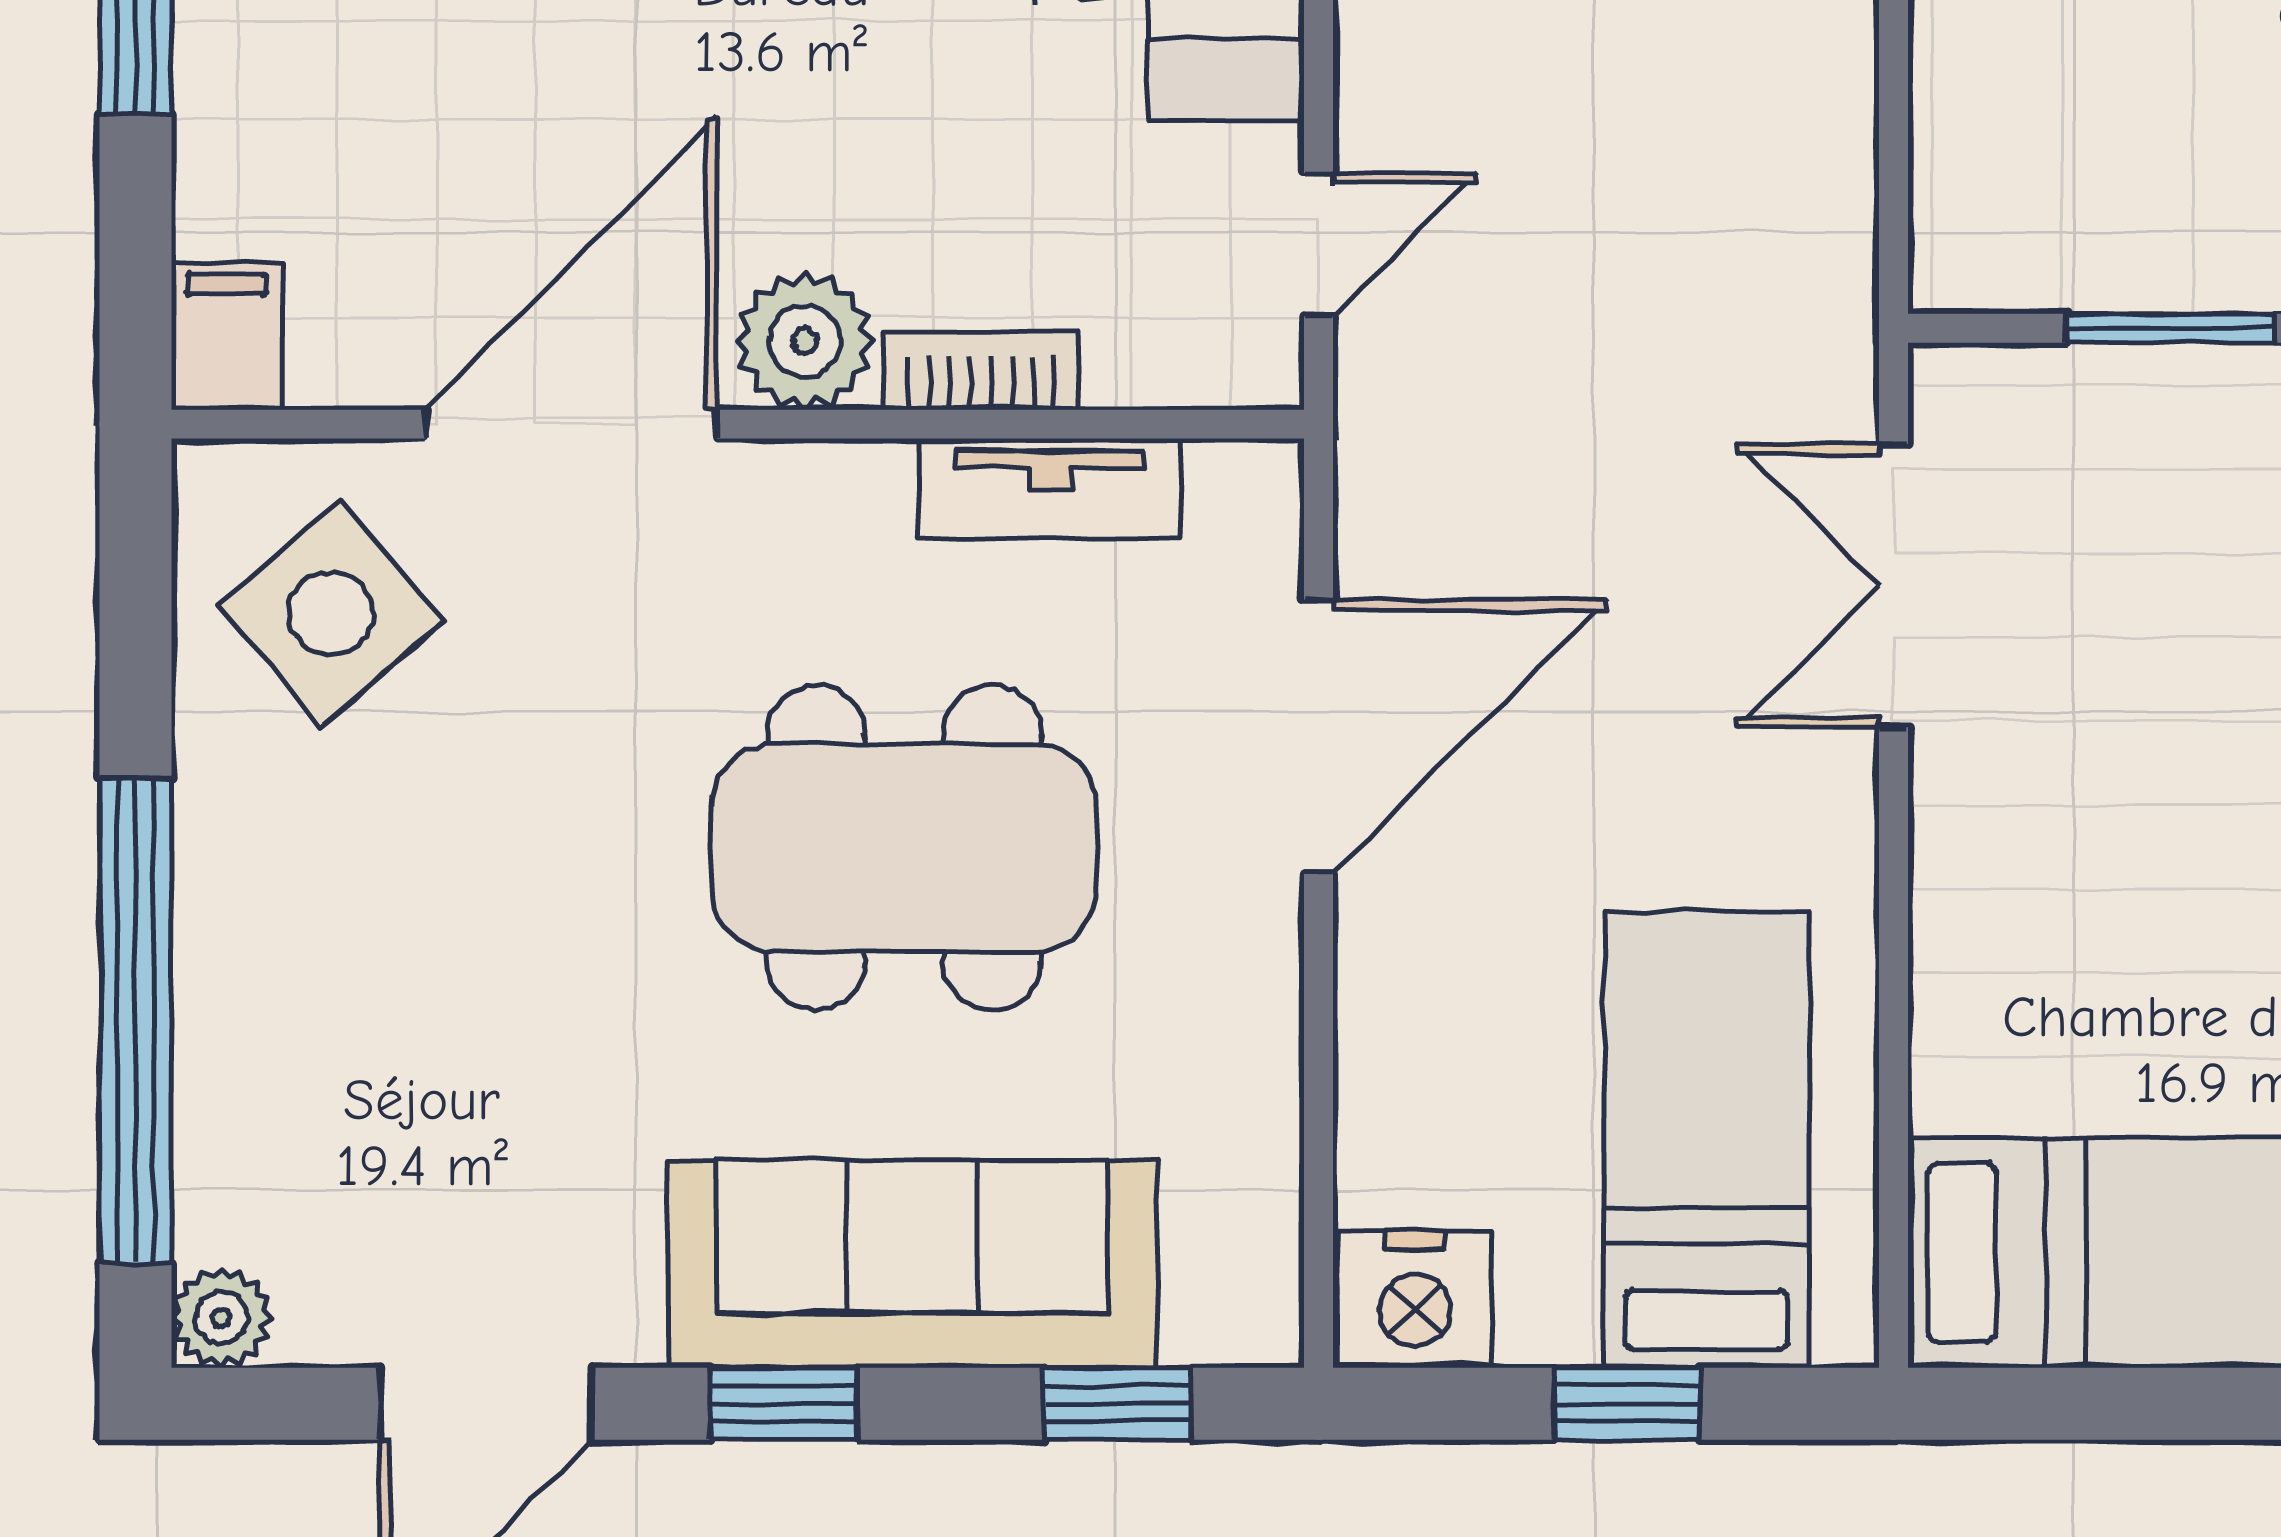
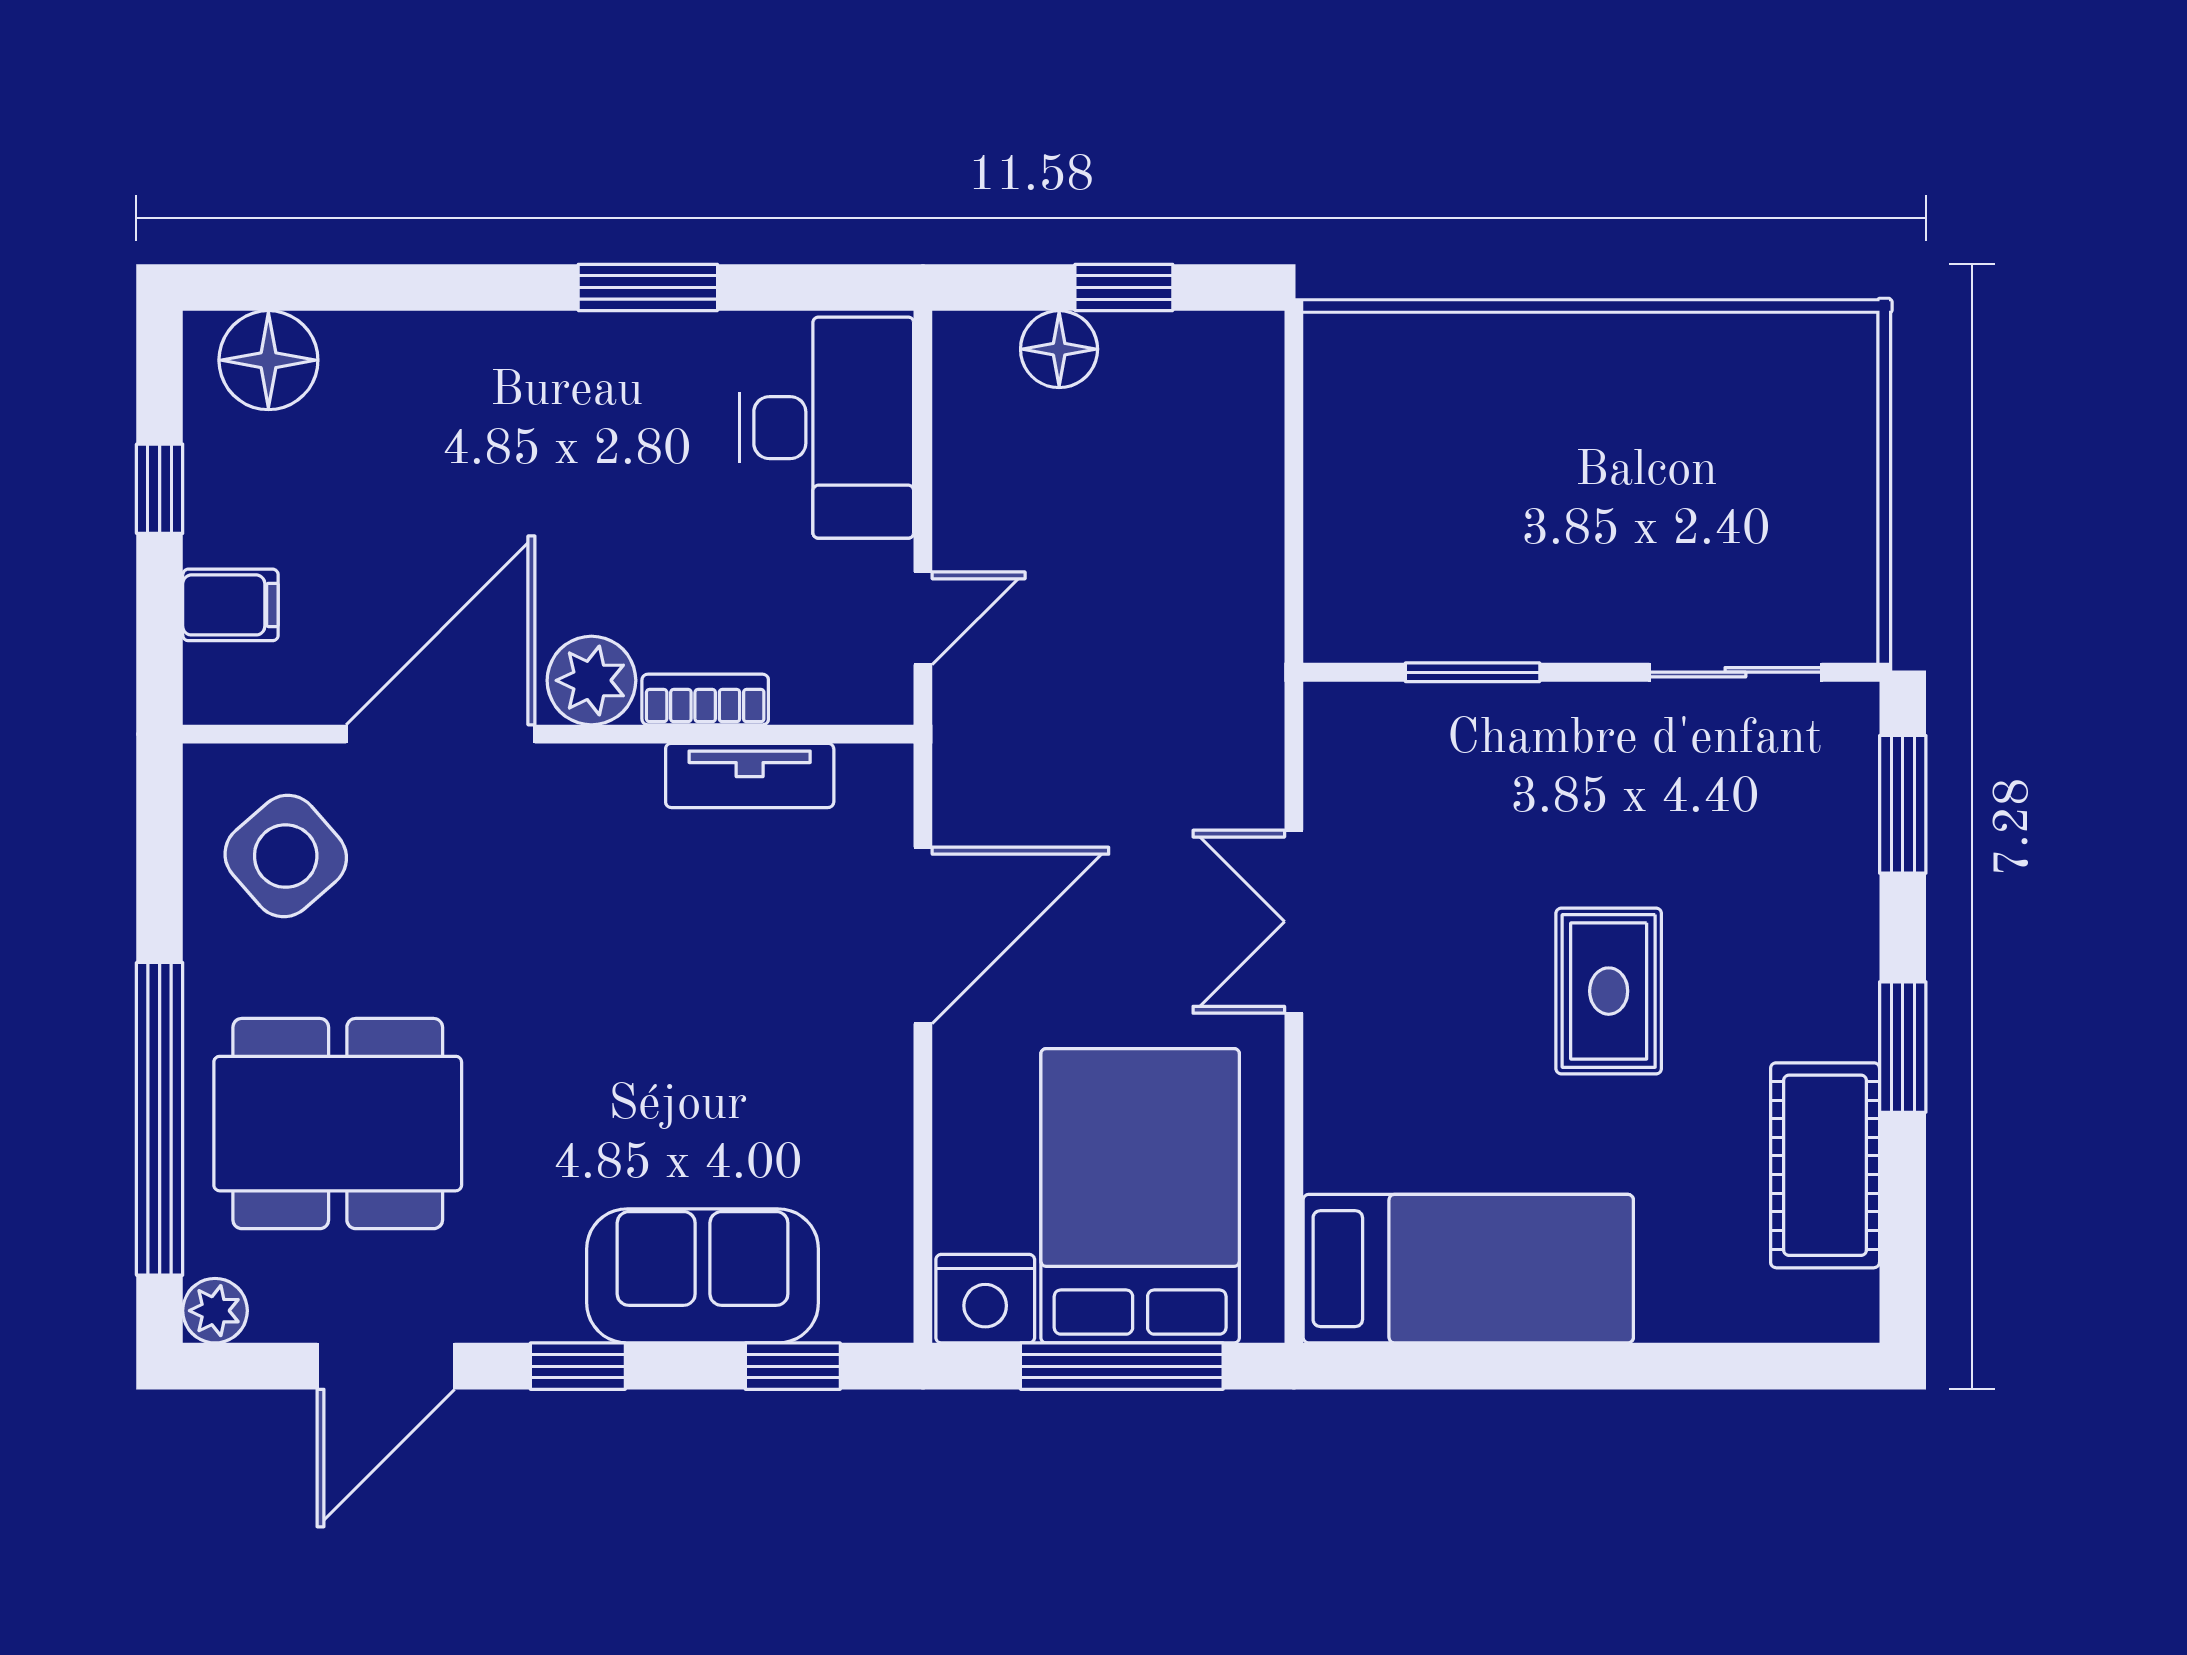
filing cabinet: (227, 336) -> (230, 605), moved, turned 90
double door: (1893, 586) -> (1294, 922), moved
dining table: (904, 848) -> (338, 1124), moved
bed: (1706, 1140) -> (1140, 1196), width x1.50
sofa: (912, 1264) -> (703, 1276), width x0.73
window: (1627, 1404) -> (1122, 1366), width x2.17

